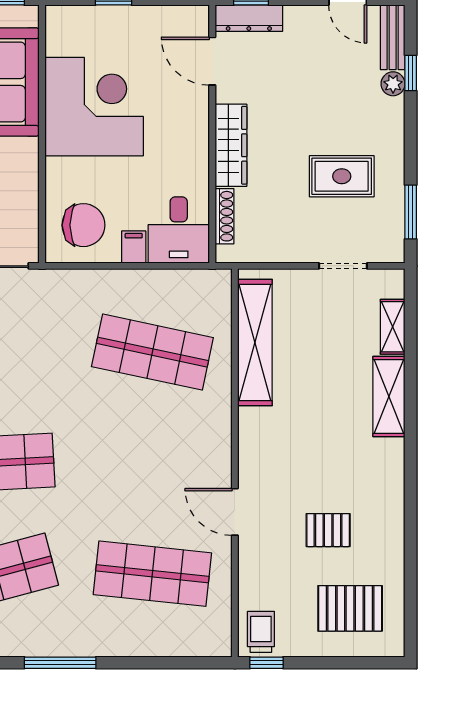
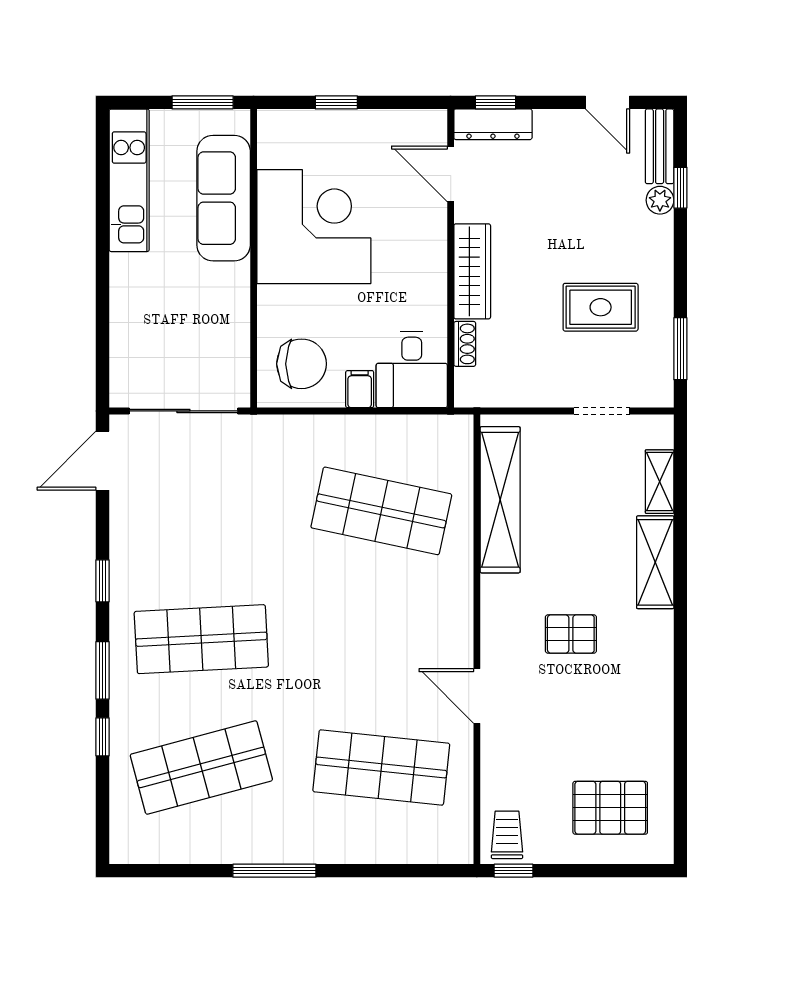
shoe rack: (224, 216) -> (465, 344), width x0.70
pallet: (328, 530) -> (571, 634), moved

